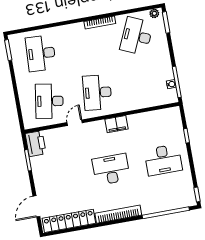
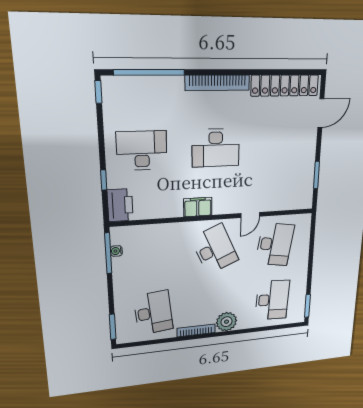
plant: (154, 13) -> (227, 322), moved, width x1.88, depth x1.88
desk: (137, 36) -> (153, 313), turned -30
desk: (97, 92) -> (215, 249), turned -30
printer: (36, 144) -> (120, 205), moved, turned 180

